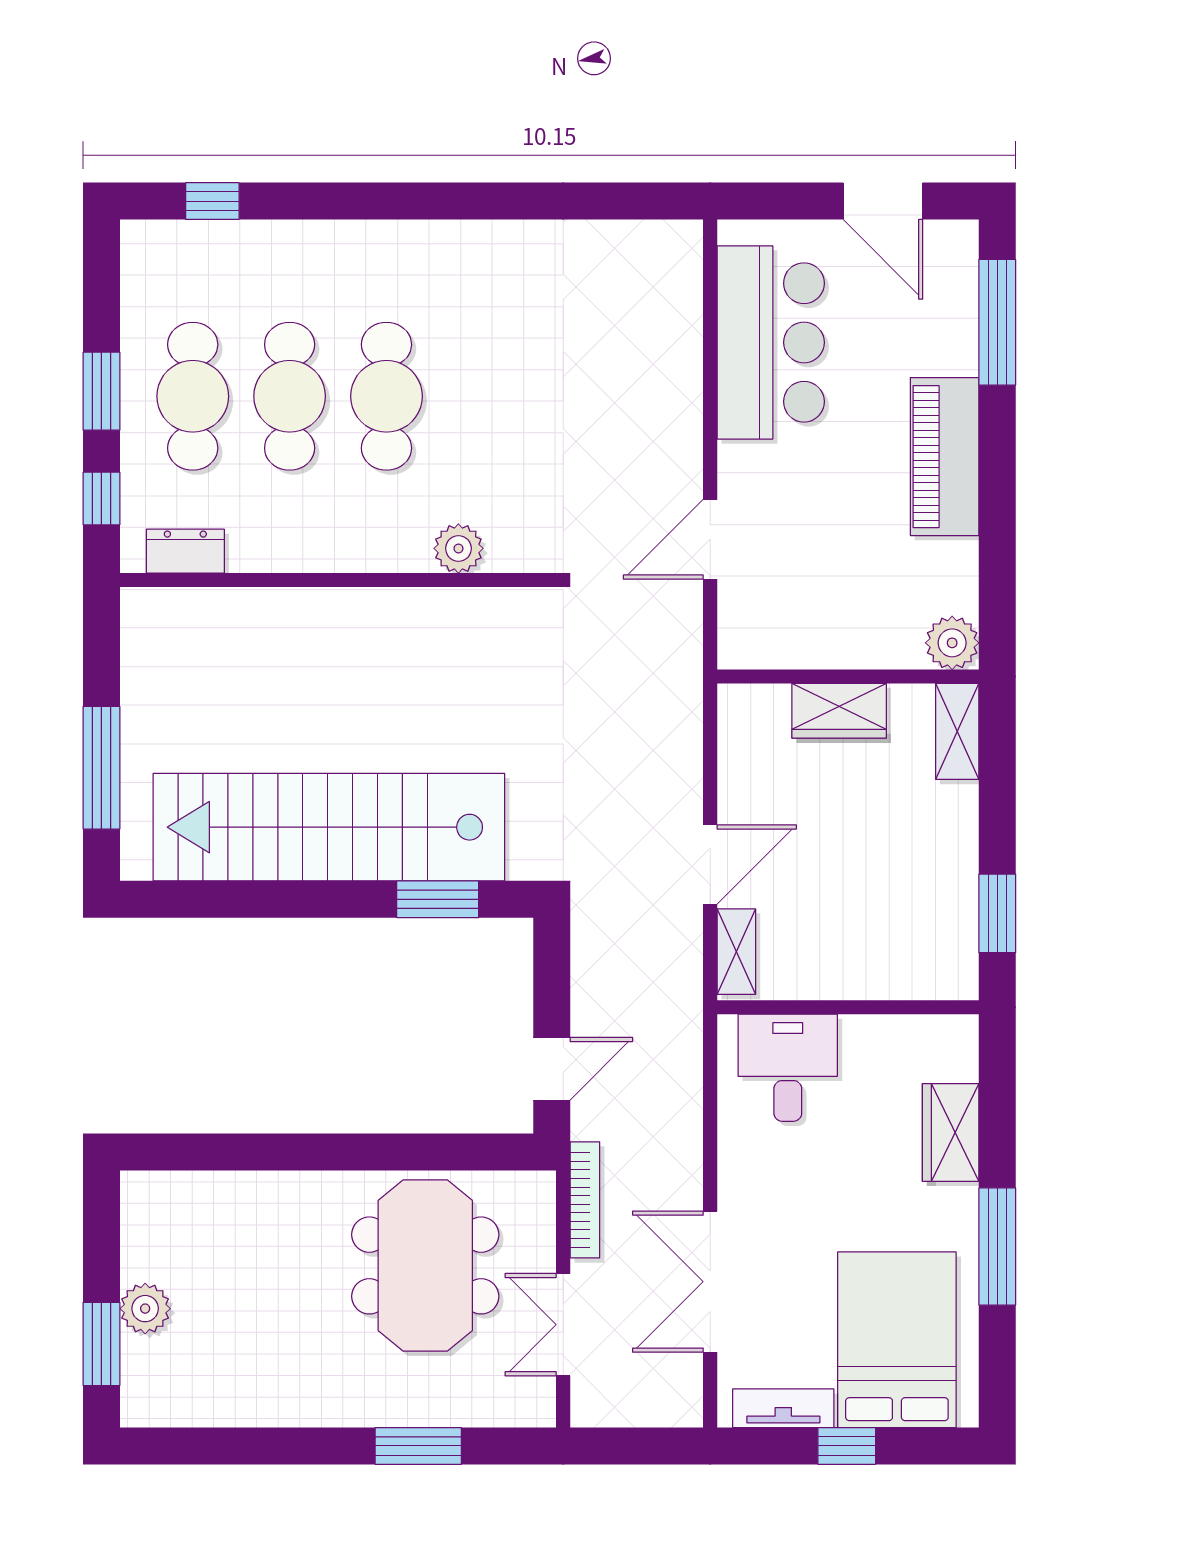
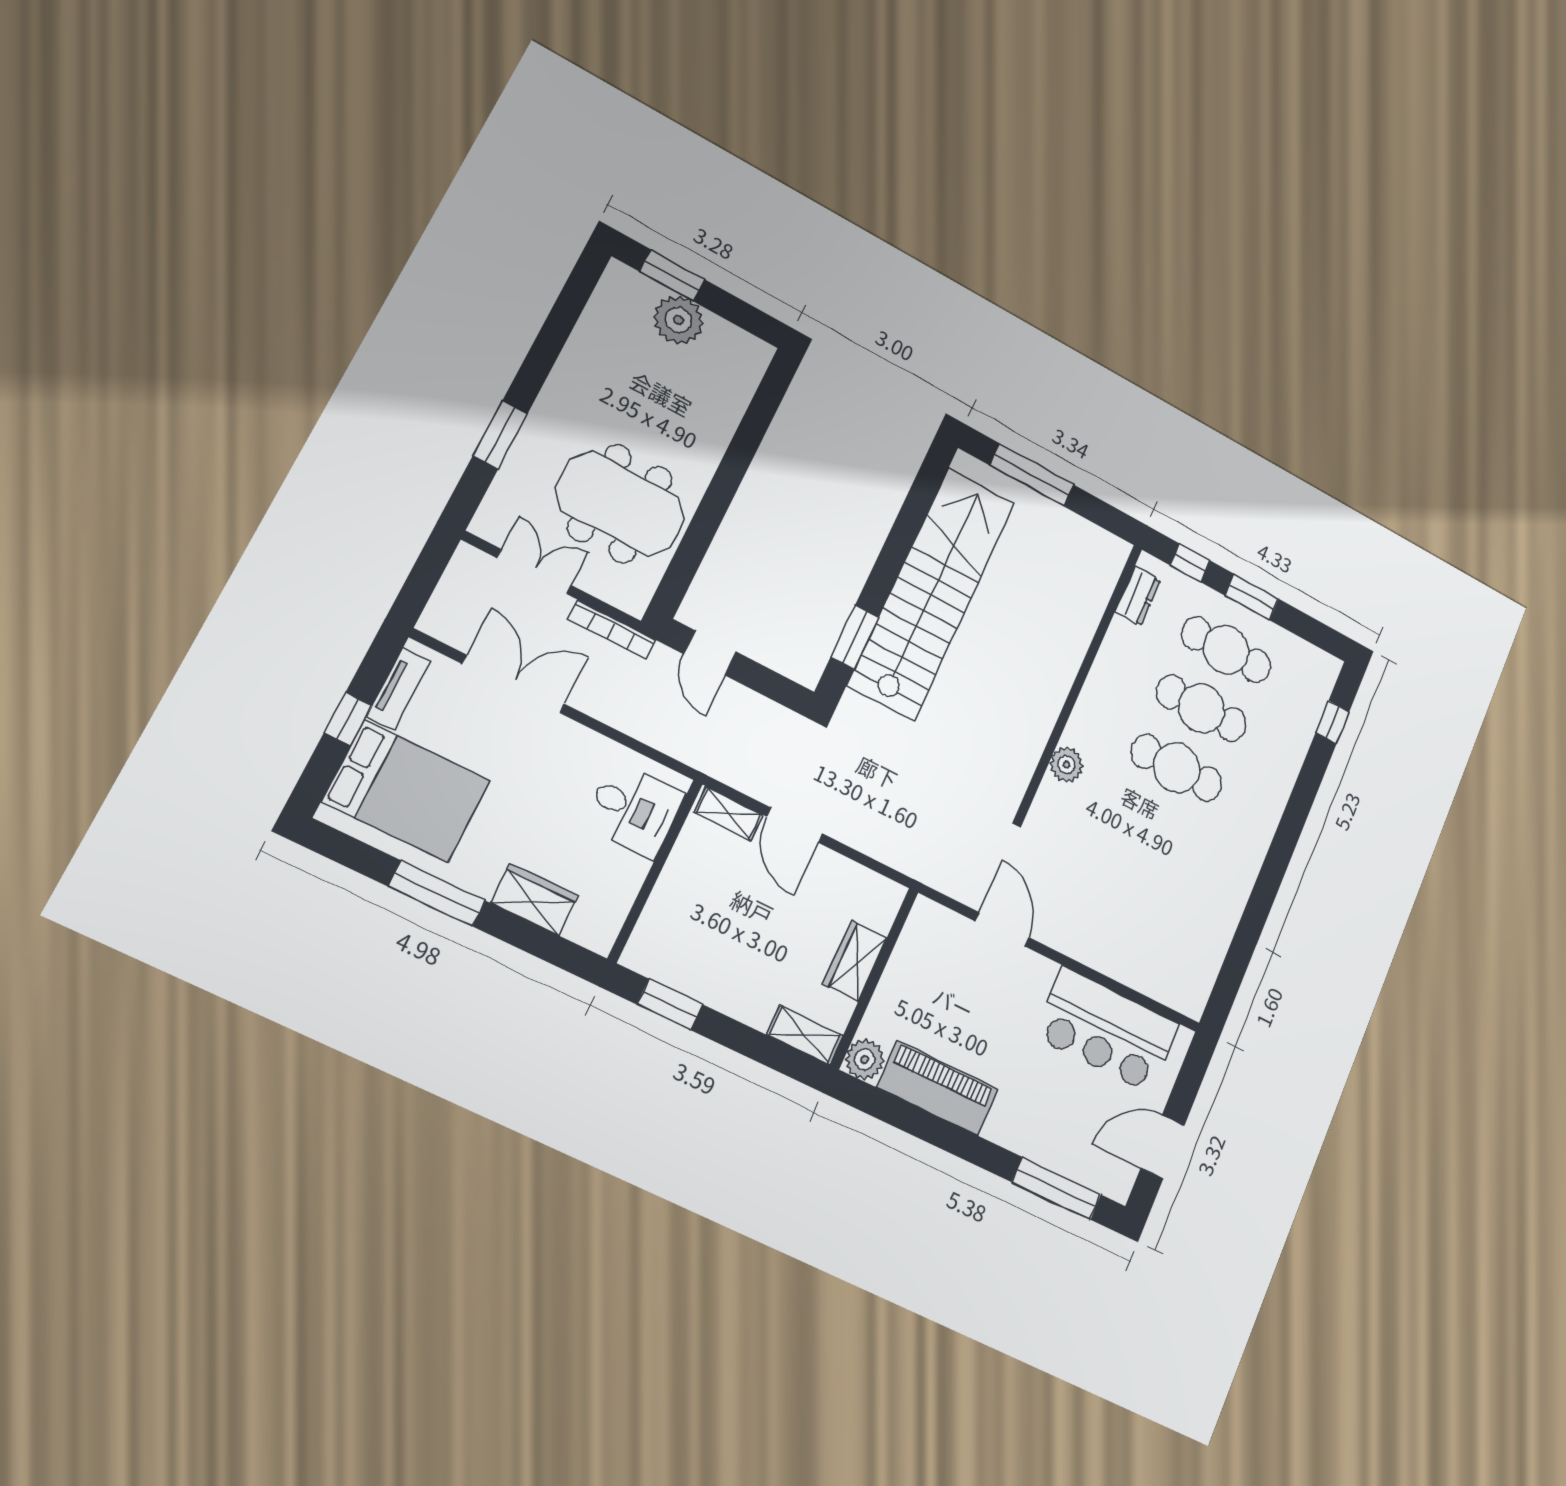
piano: (945, 457) -> (938, 1088), moved
plant: (145, 1309) -> (678, 320), width x1.36, depth x1.36

